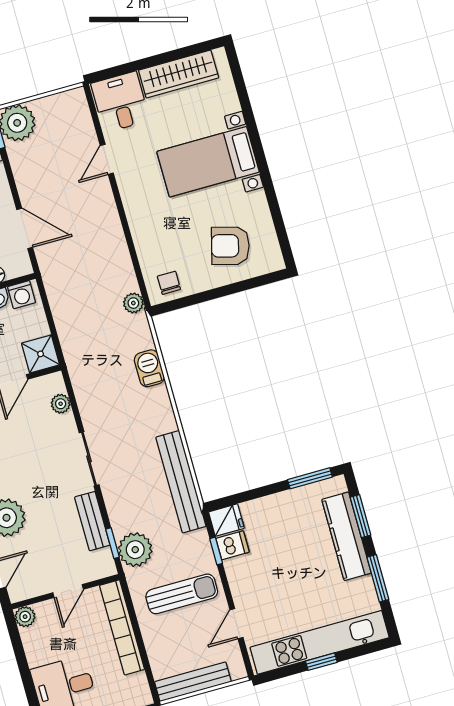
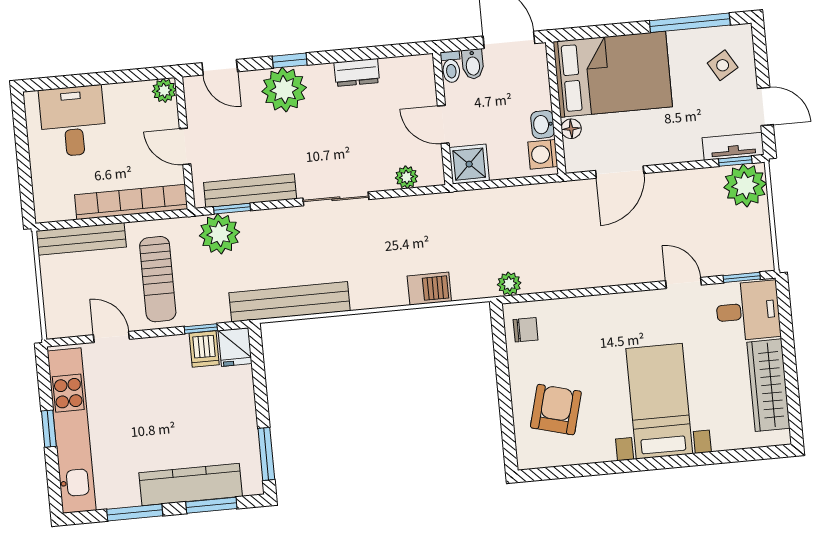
window: (94, 112) -> (742, 277), added
bench: (92, 521) -> (250, 191), width x1.36
bench: (193, 682) -> (81, 239), moved, turned 90

